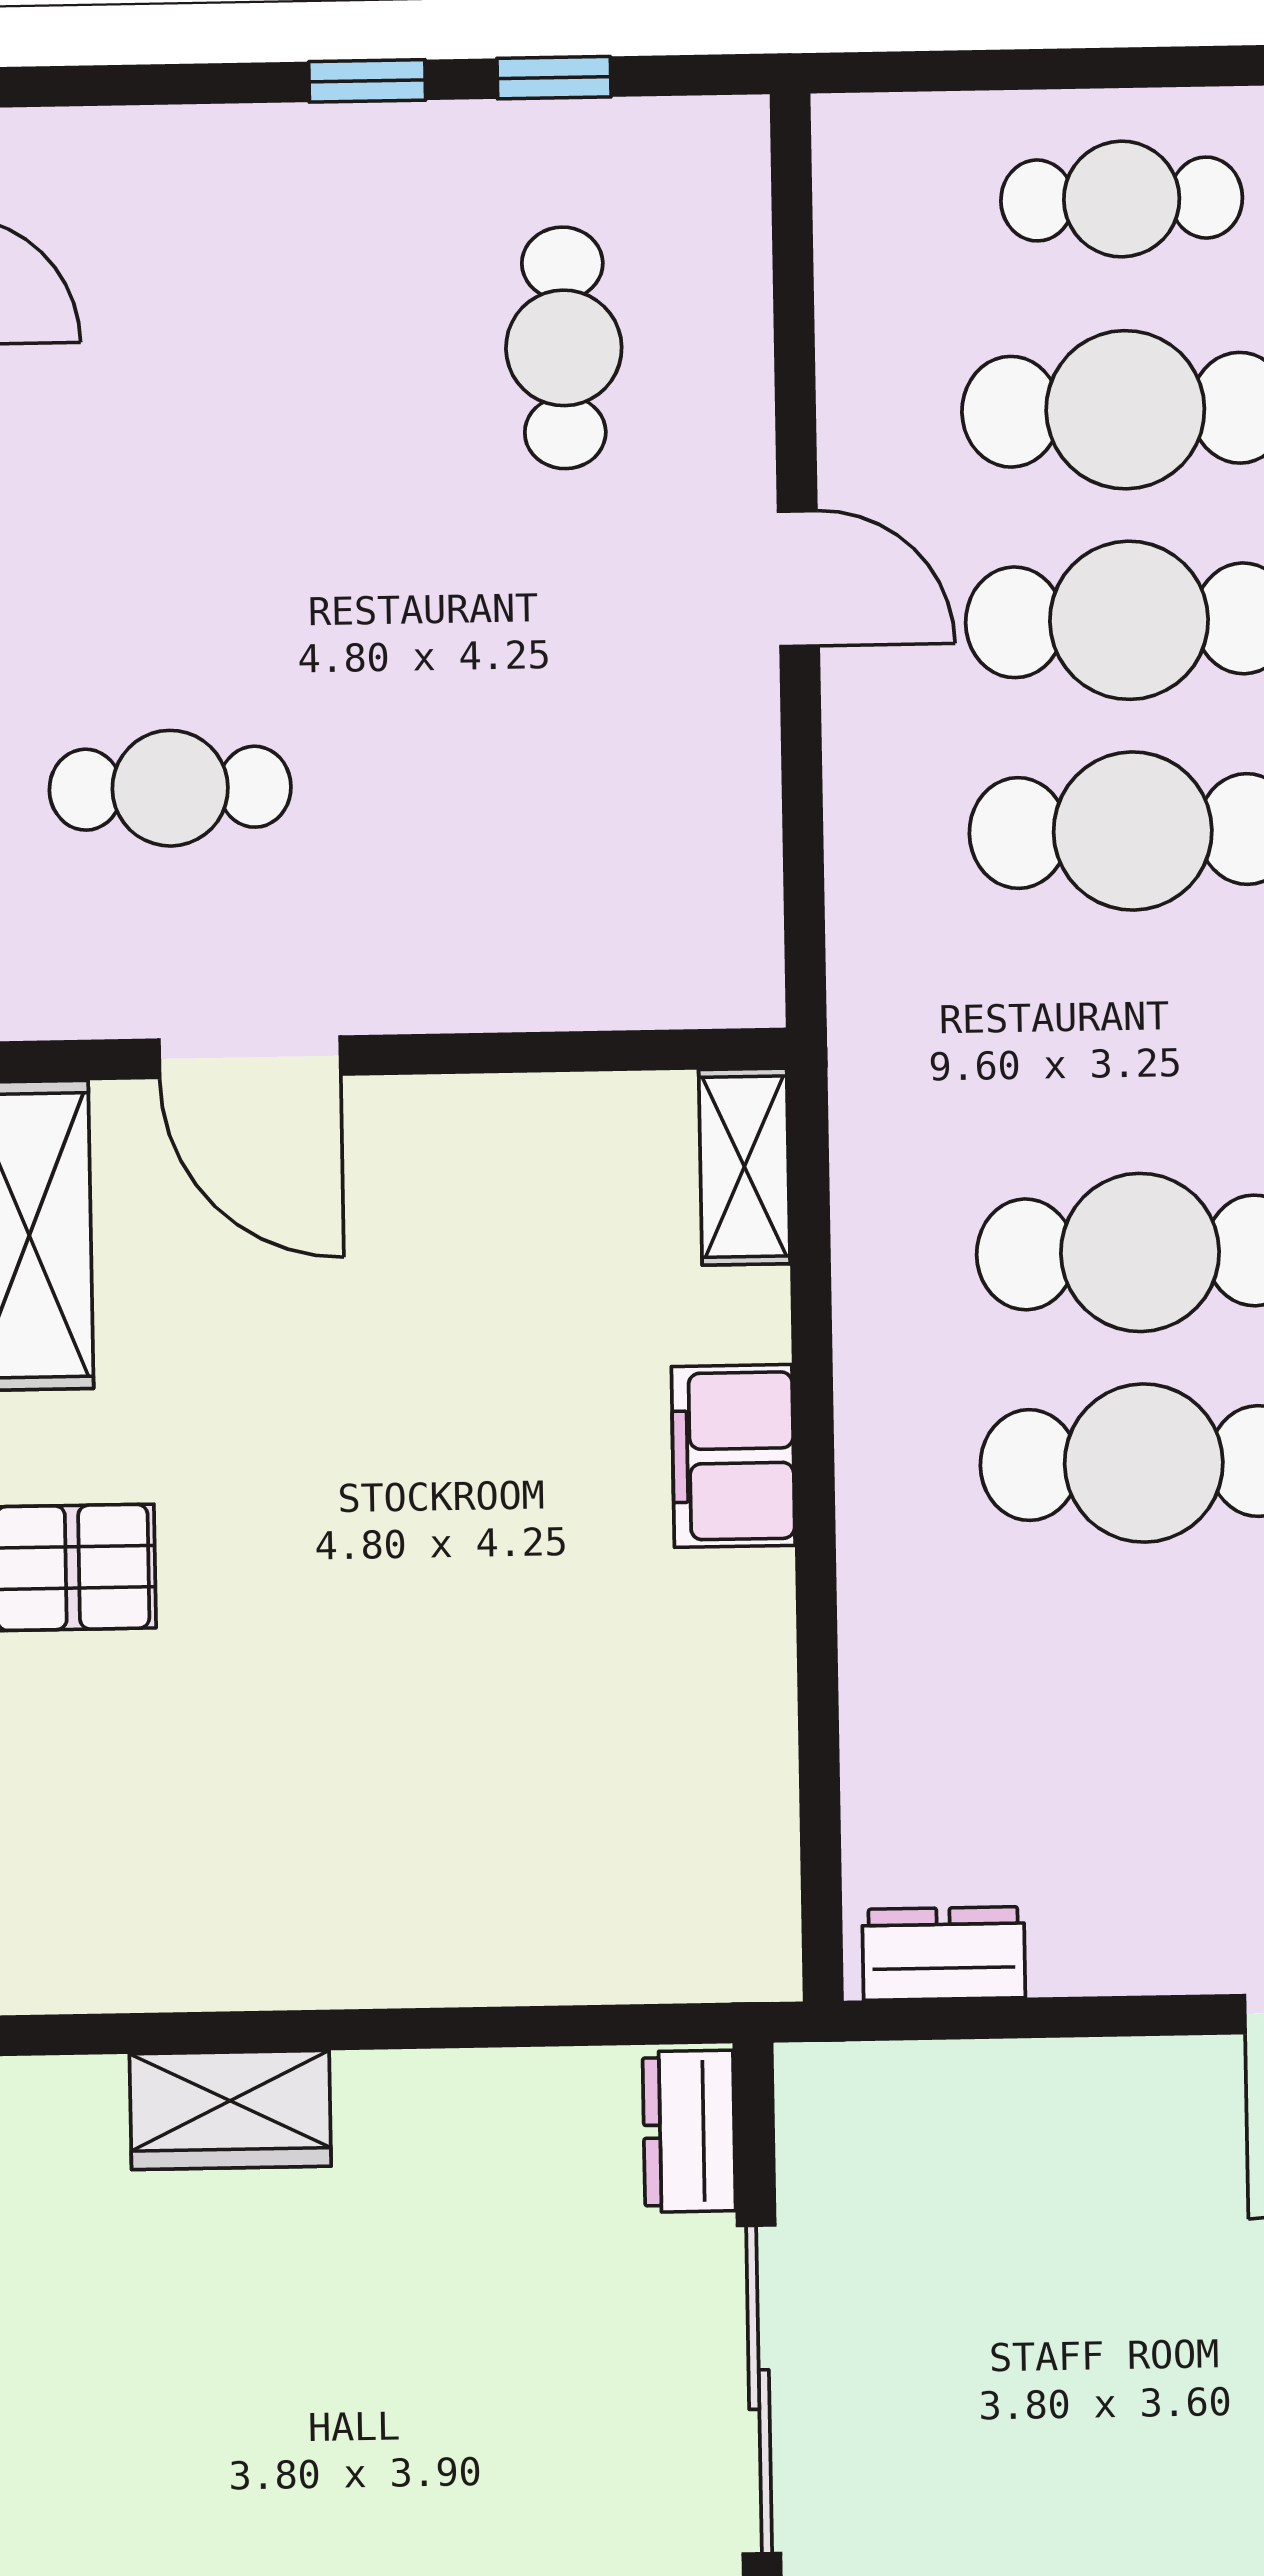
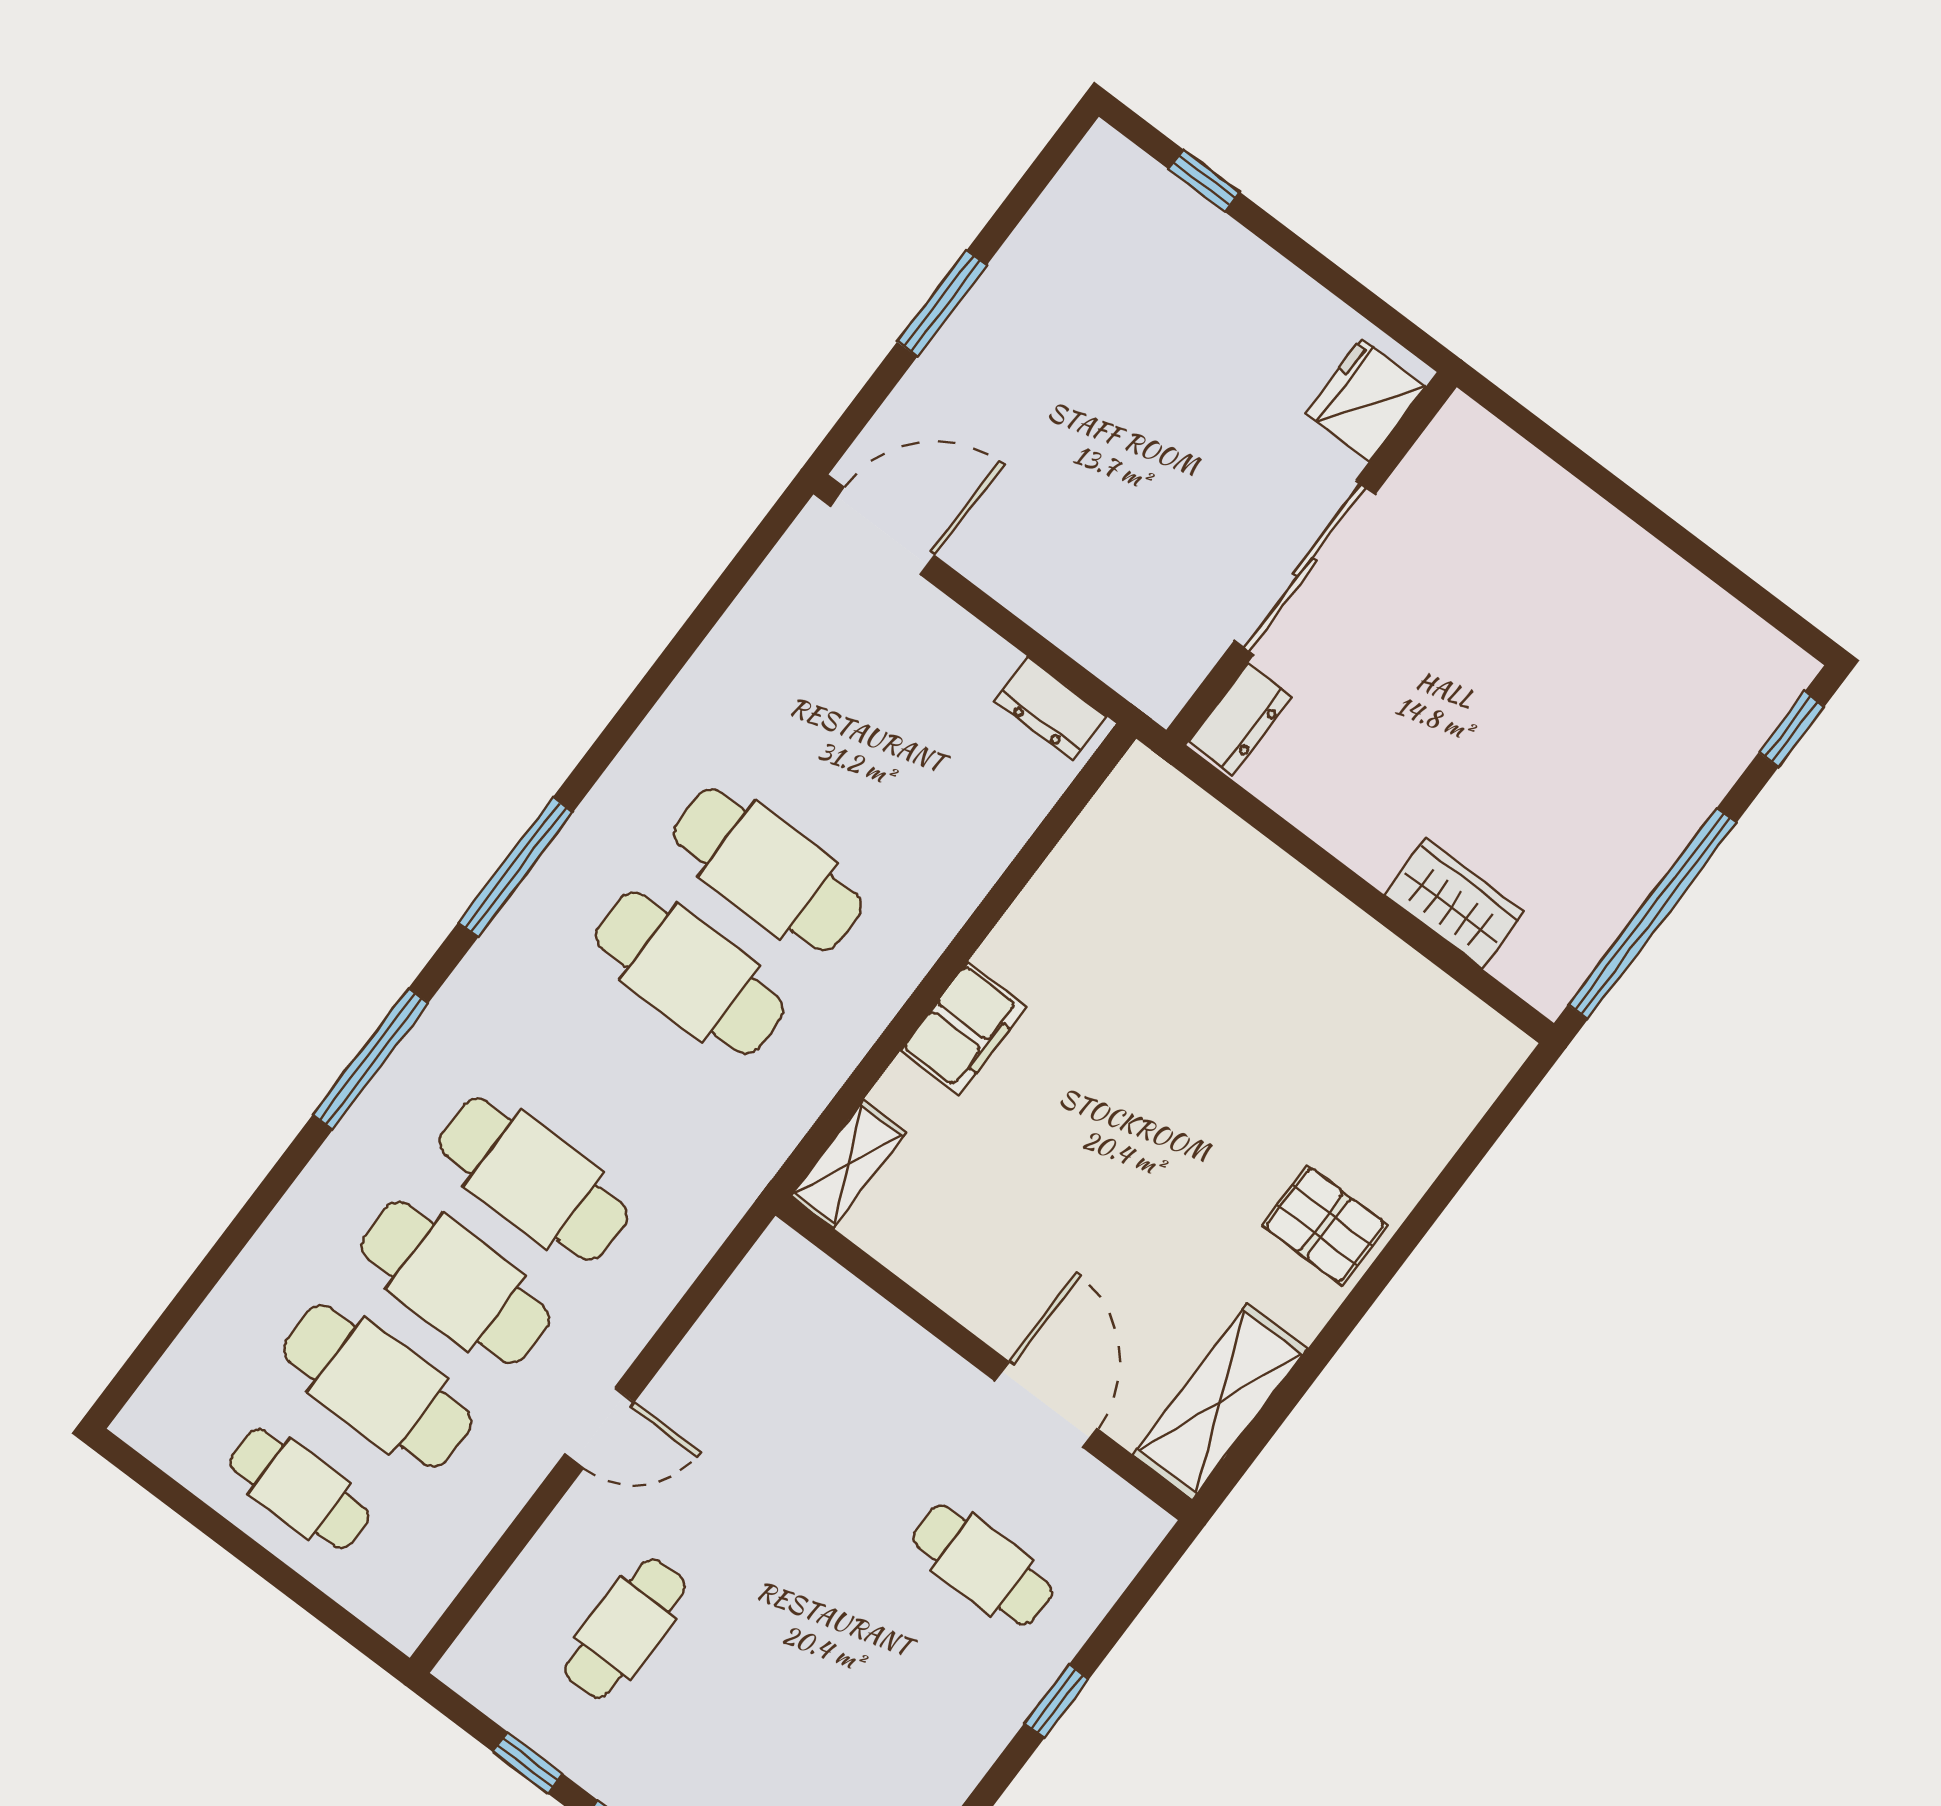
door: (798, 579) -> (599, 1428), swing flipped

